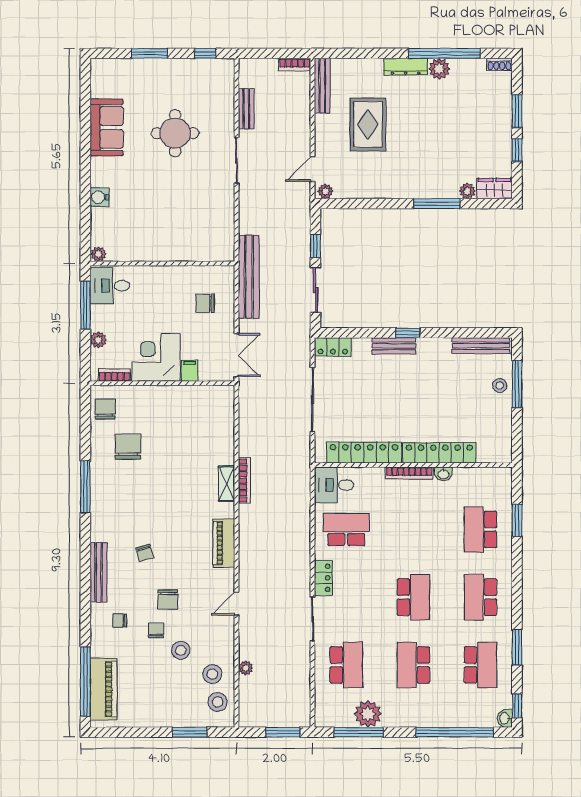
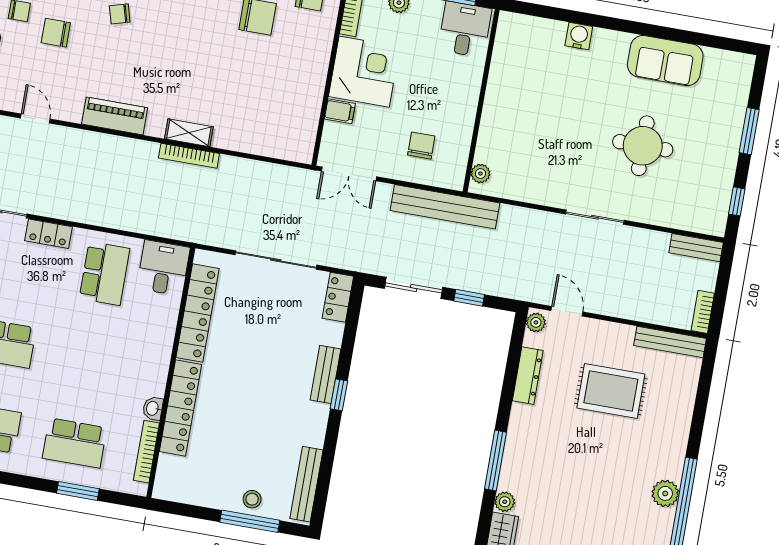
dresser: (406, 67) -> (528, 376), moved, turned 180
bench: (246, 109) -> (696, 248), moved
plant: (98, 254) -> (480, 174), moved
bookcase: (409, 473) -> (146, 452), moved
school desk: (481, 529) -> (75, 443), turned 180

